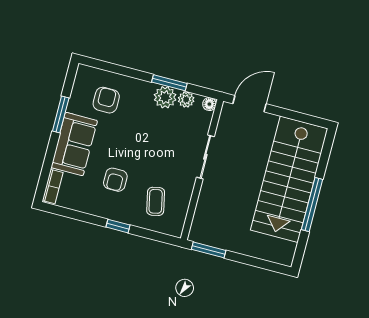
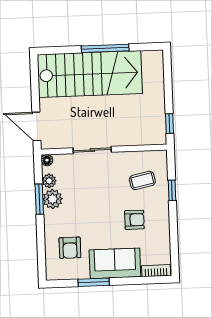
armchair: (106, 100) -> (70, 248), turned -90
window: (118, 226) -> (172, 190), moved
window: (209, 250) -> (169, 124), width x0.67

